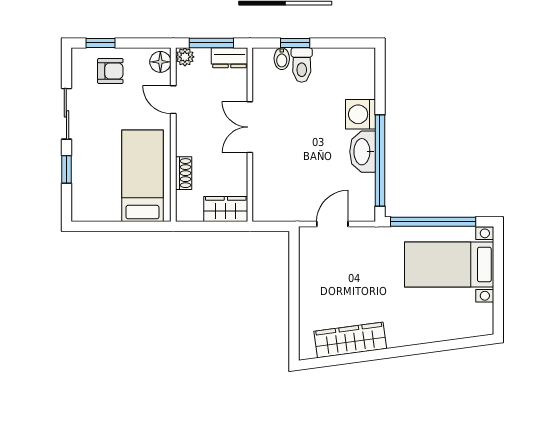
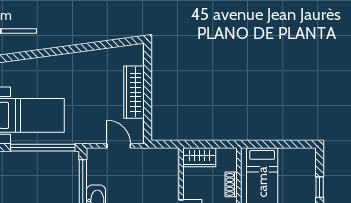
door: (332, 224) -> (119, 146), swing flipped
wardrobe: (350, 340) -> (134, 92), moved, turned 98

